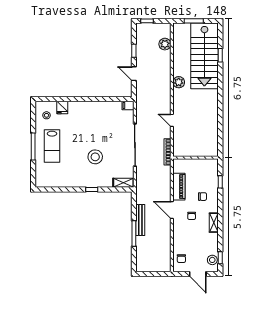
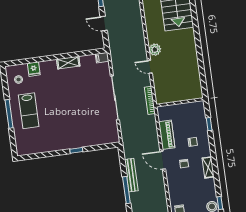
plant: (179, 82) -> (155, 50), moved
stool: (95, 157) -> (75, 116), removed
shelving: (123, 183) -> (68, 63), moved

